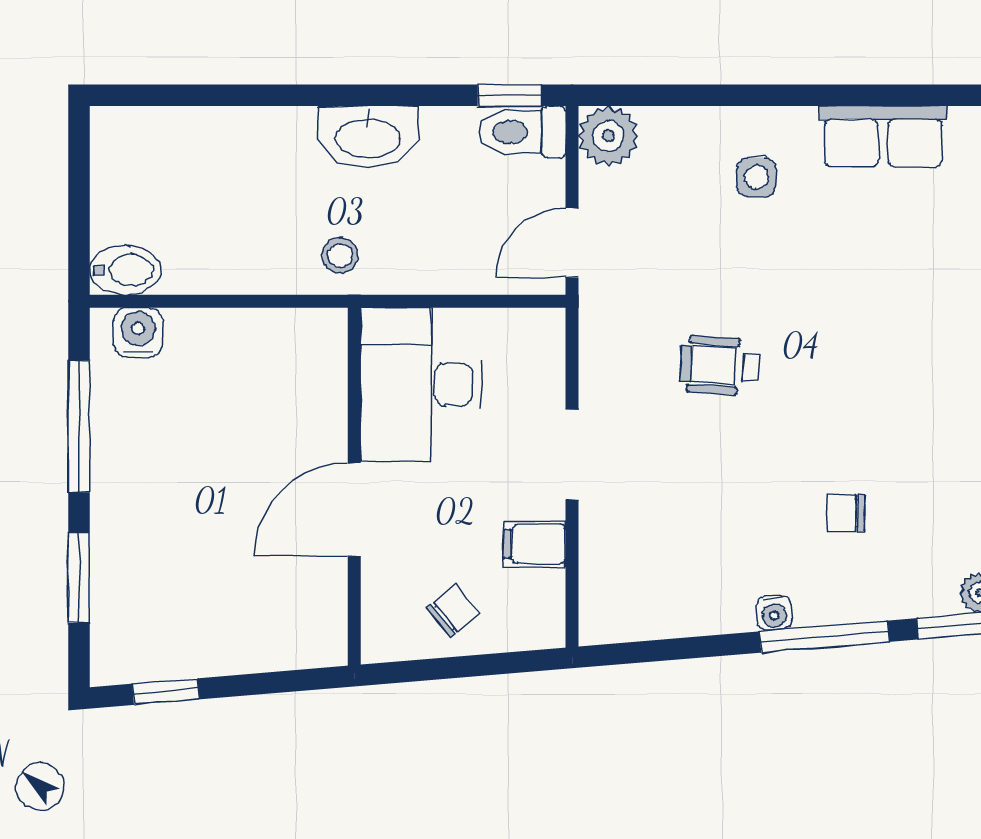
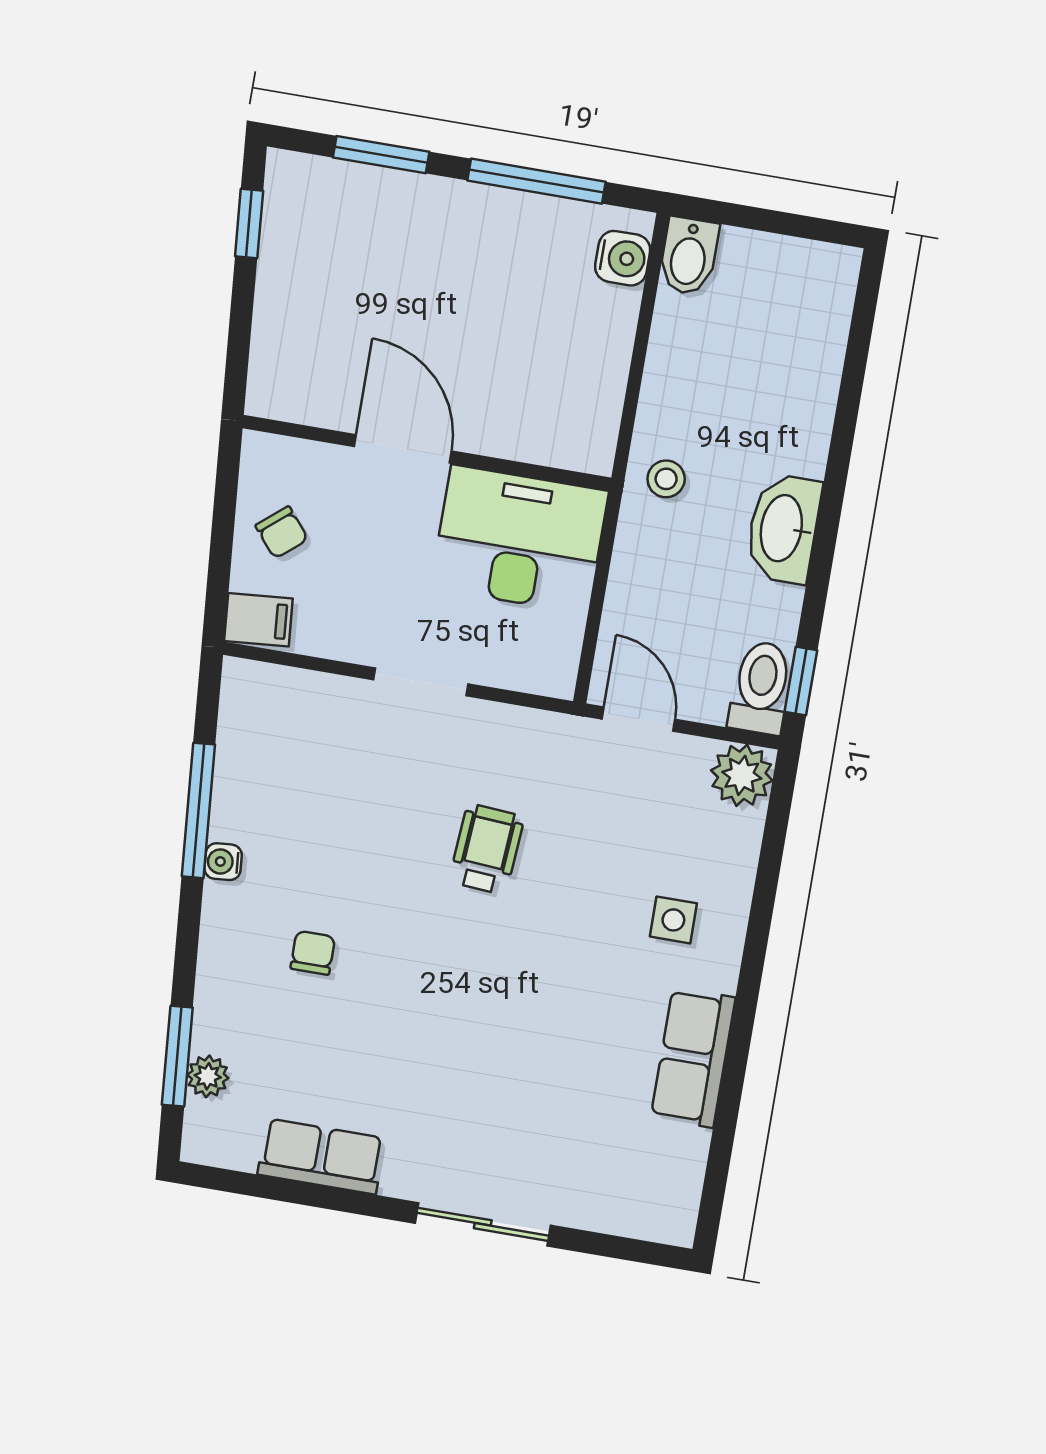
filing cabinet: (535, 544) -> (258, 620), moved, turned 85
window: (825, 637) -> (198, 810), moved

